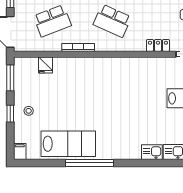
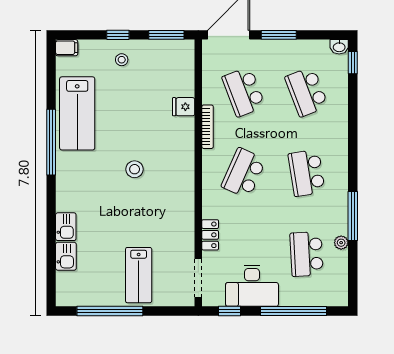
fridge: (45, 65) -> (184, 107), moved
stool: (109, 101) -> (135, 169), added

